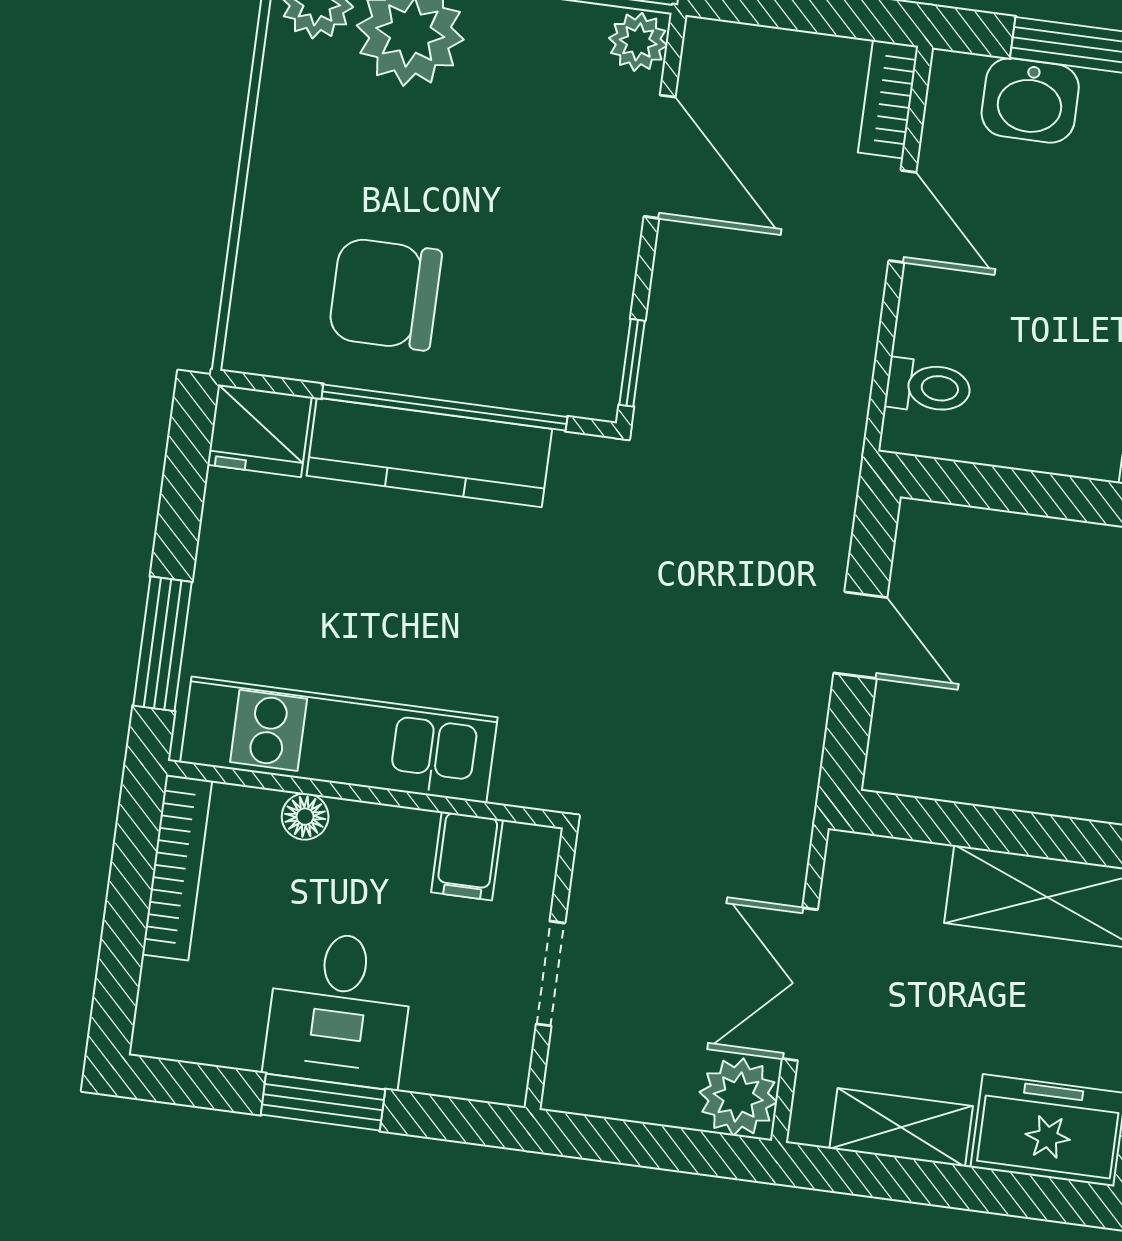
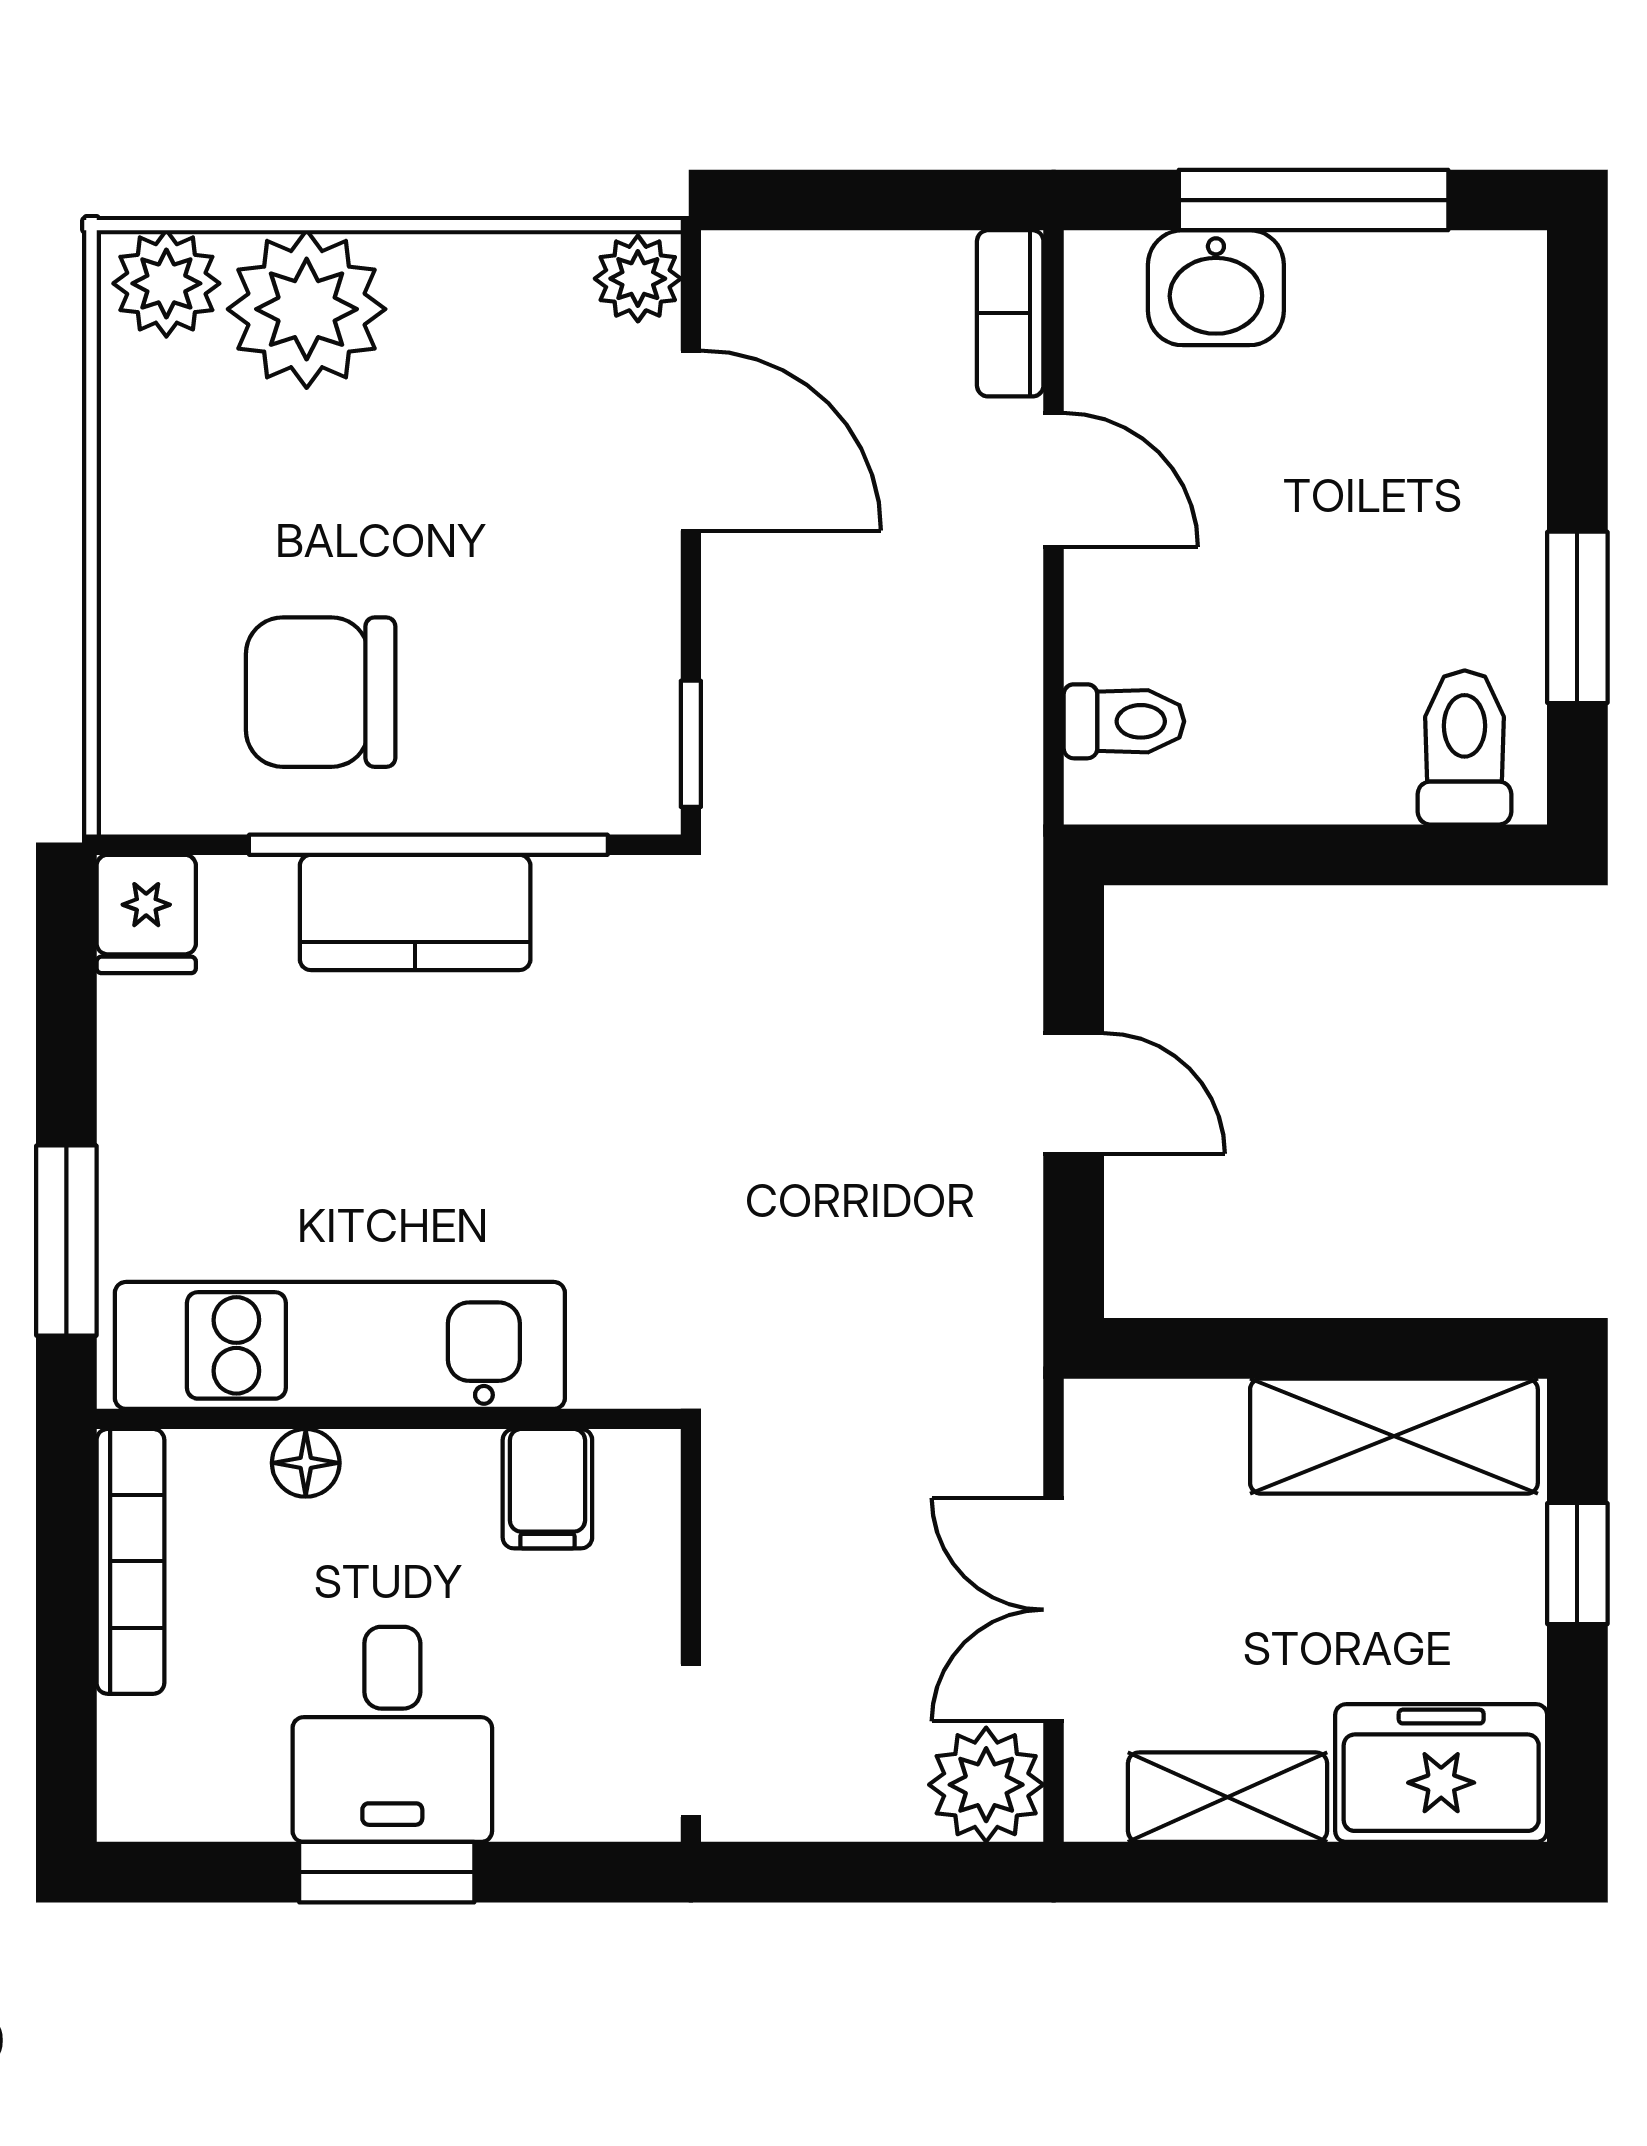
fridge: (259, 431) -> (146, 914), width x0.72
kitchen counter: (429, 452) -> (415, 912), width x0.67
doorway: (551, 974) -> (691, 1741), moved

